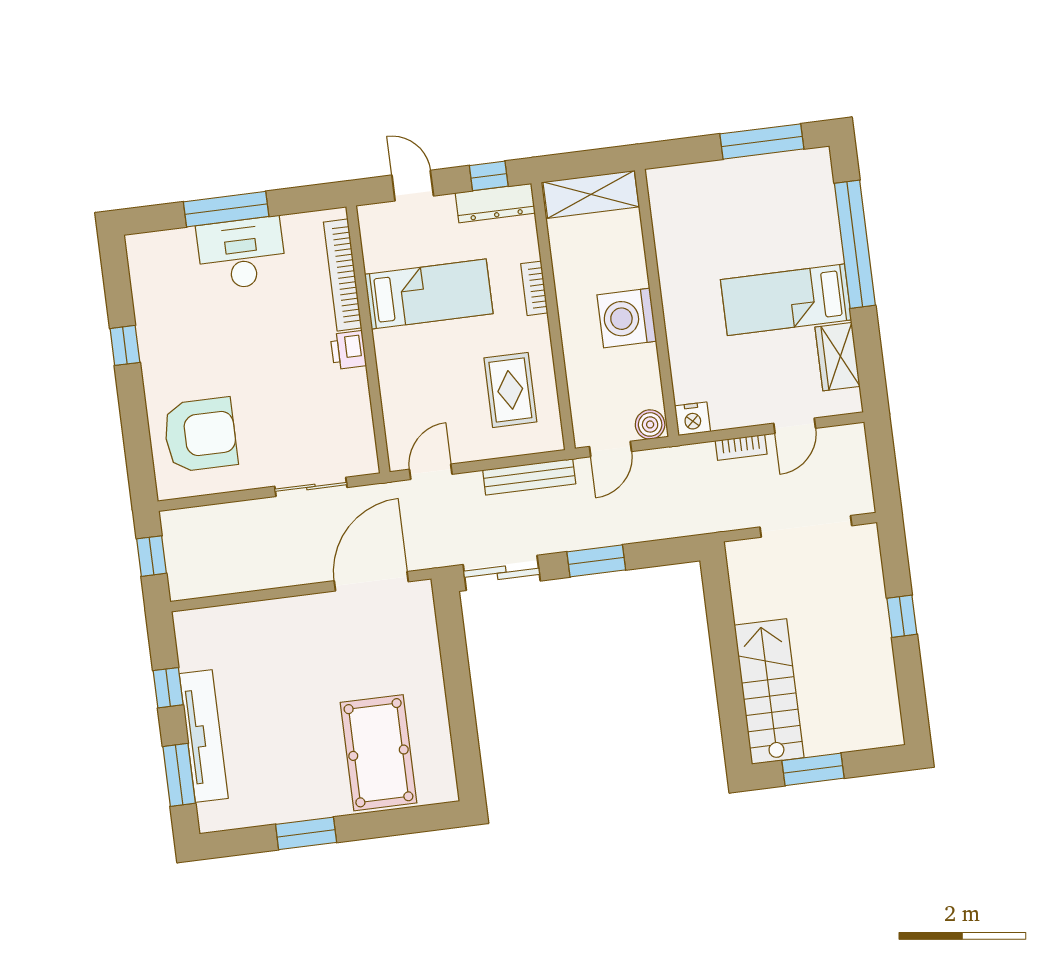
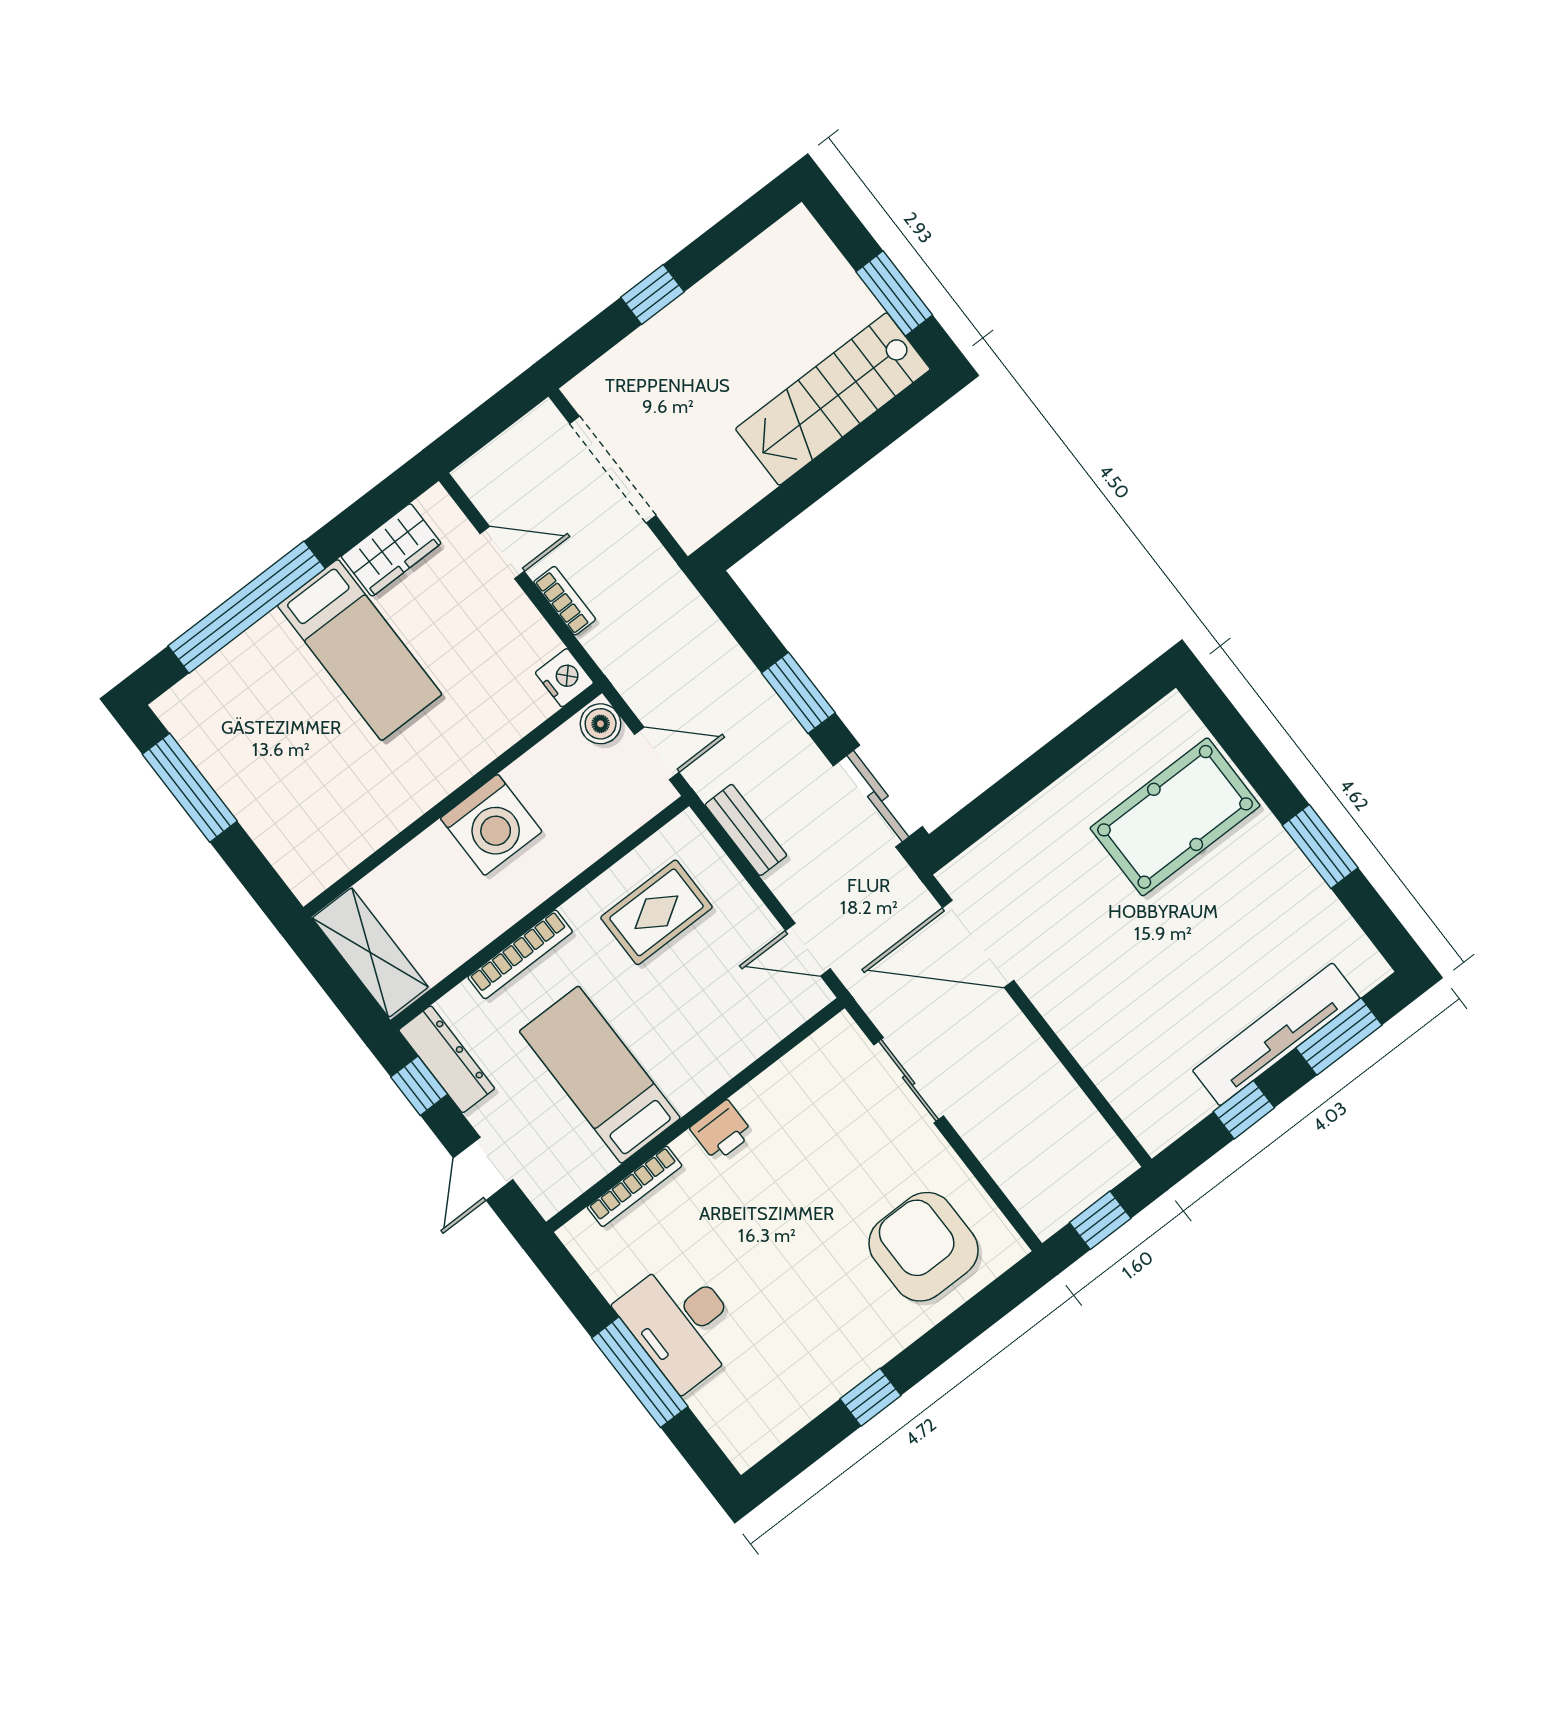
bookcase: (343, 275) -> (635, 1186), width x0.68, depth x0.76
bookcase: (534, 288) -> (520, 954), width x1.56
bench: (529, 477) -> (746, 830), width x0.73

